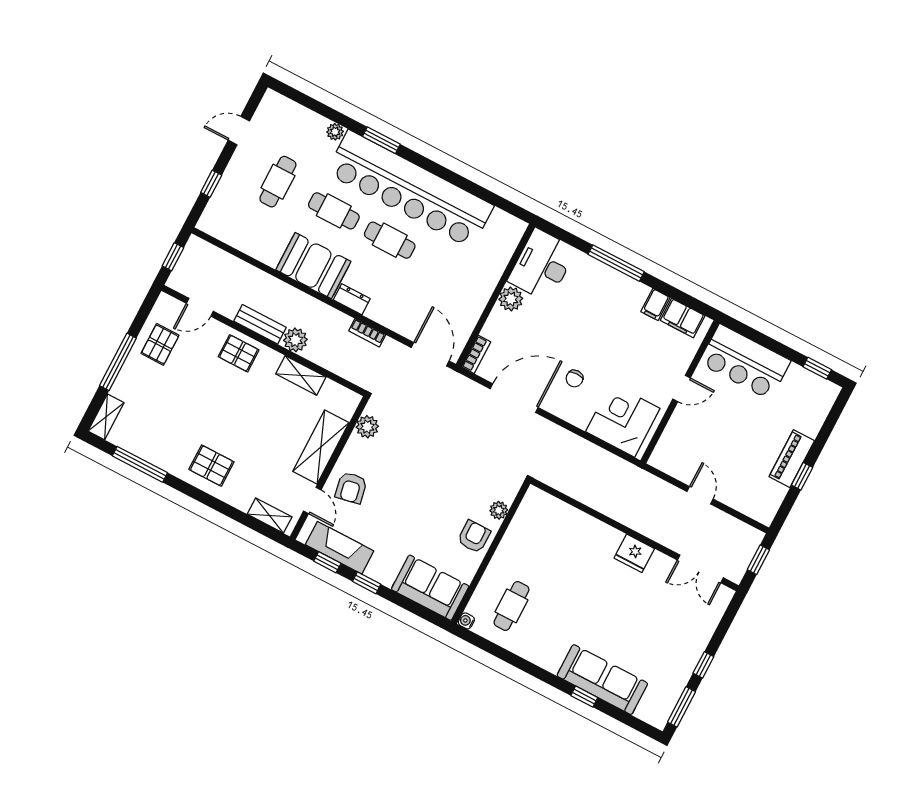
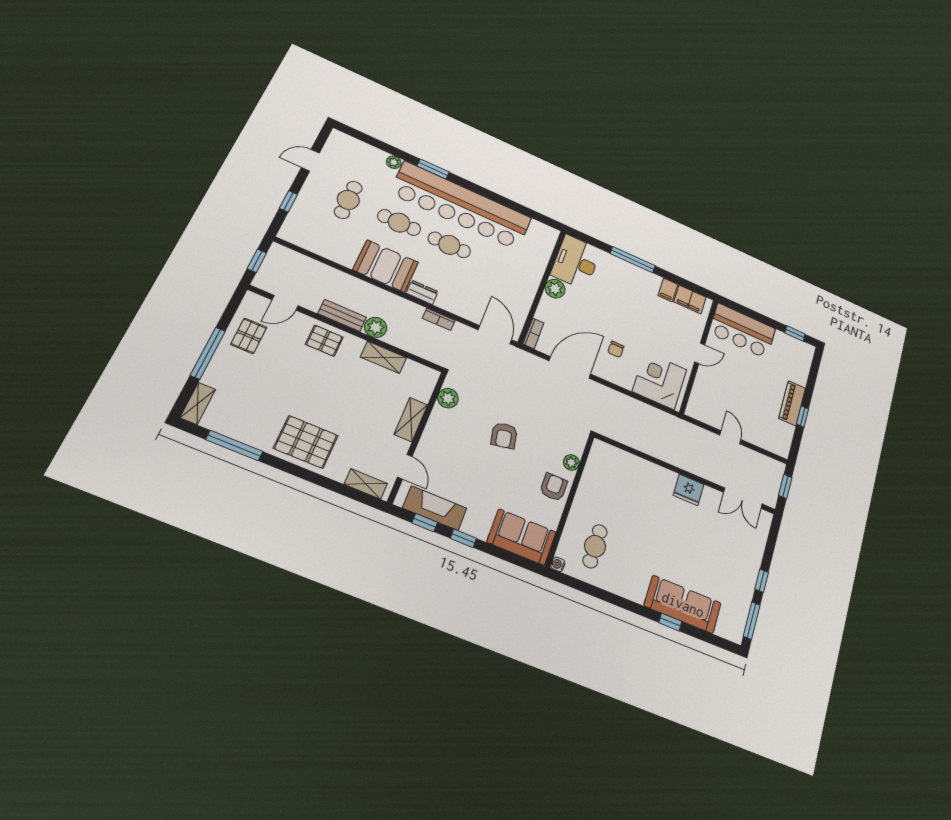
shelving: (321, 447) -> (411, 420), width x0.67, depth x0.75
pallet: (211, 466) -> (306, 442), width x1.50, depth x1.42
armchair: (351, 488) -> (504, 436), moved

